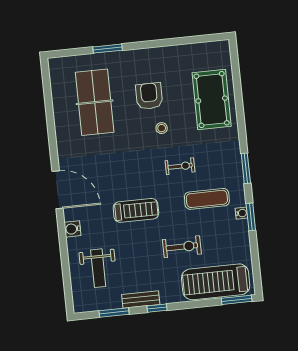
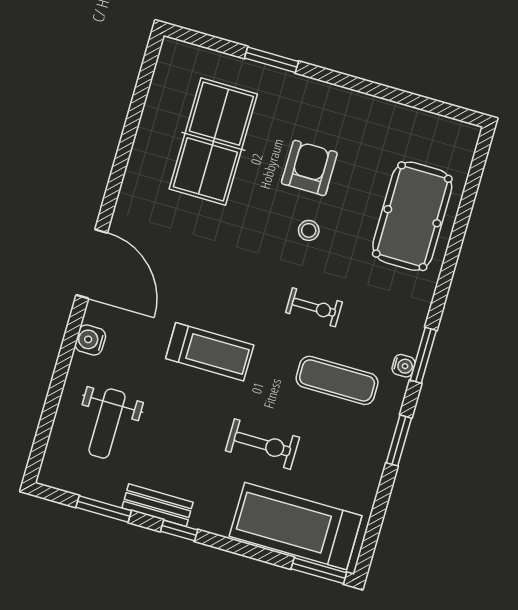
water cooler: (241, 213) -> (403, 366), moved

